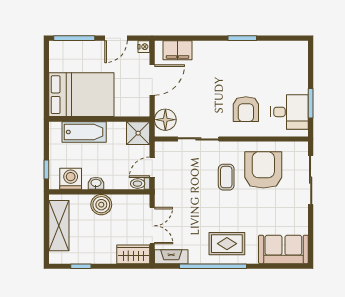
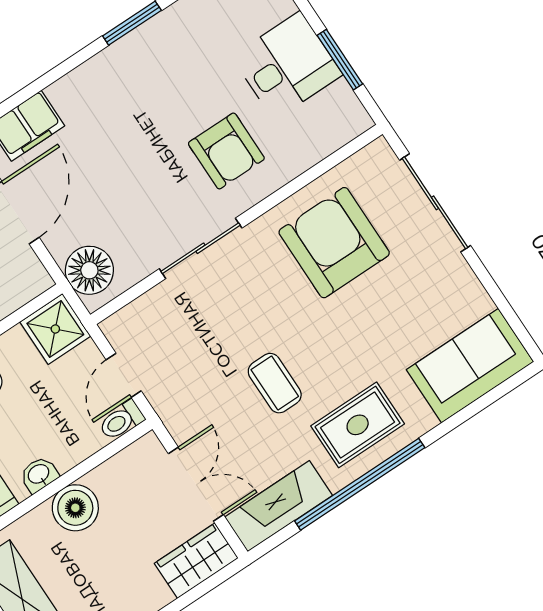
desk: (290, 112) -> (287, 66), moved
sliding door: (198, 139) -> (201, 248), moved
coffee table: (226, 177) -> (275, 383), moved
fireplace: (171, 257) -> (279, 506), width x1.37, depth x1.32

